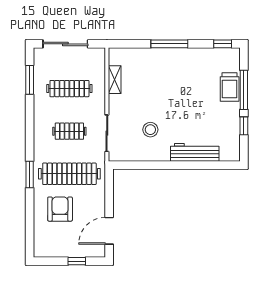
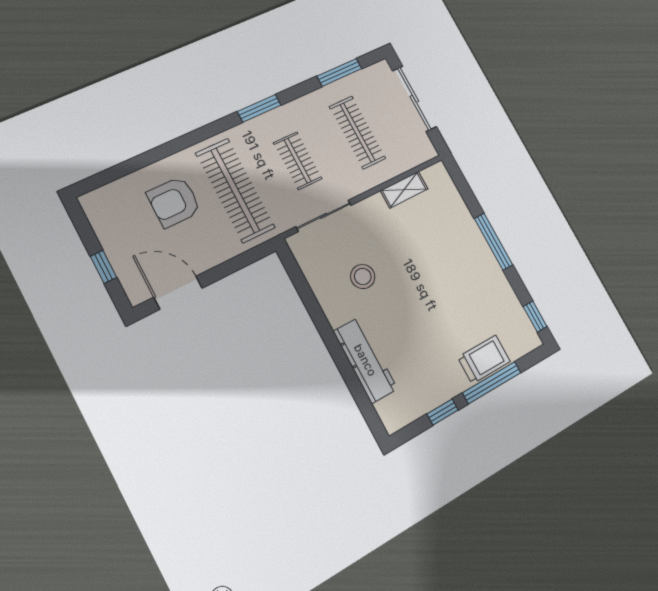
trolley: (230, 87) -> (484, 359), turned 180
window: (30, 174) -> (259, 108), moved
armchair: (60, 209) -> (174, 202), turned 180

